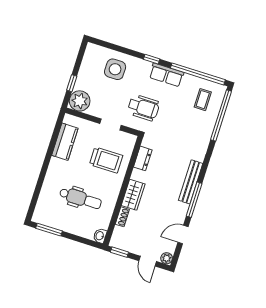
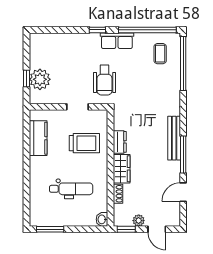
side table: (115, 69) -> (65, 51), removed
plant: (80, 101) -> (40, 79), moved
wheelchair: (143, 108) -> (105, 80), turned 90
dresser: (143, 158) -> (120, 142), moved
plant: (167, 258) -> (139, 221), moved

